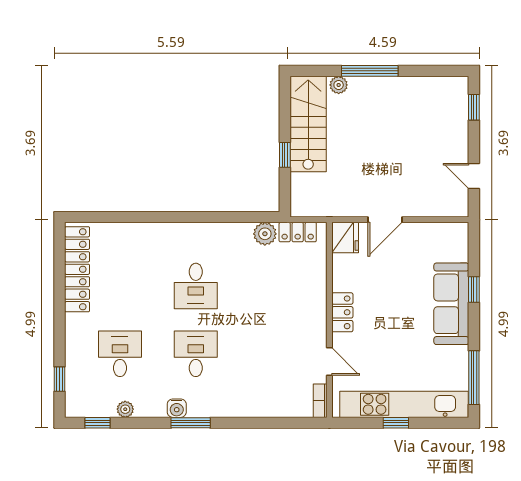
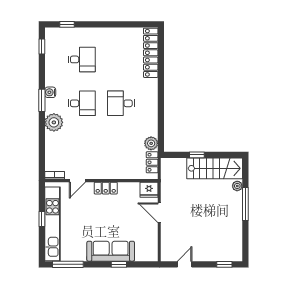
locker: (77, 269) -> (151, 53), moved, turned 90
plant: (125, 409) -> (54, 122), moved, width x1.88, depth x1.88

